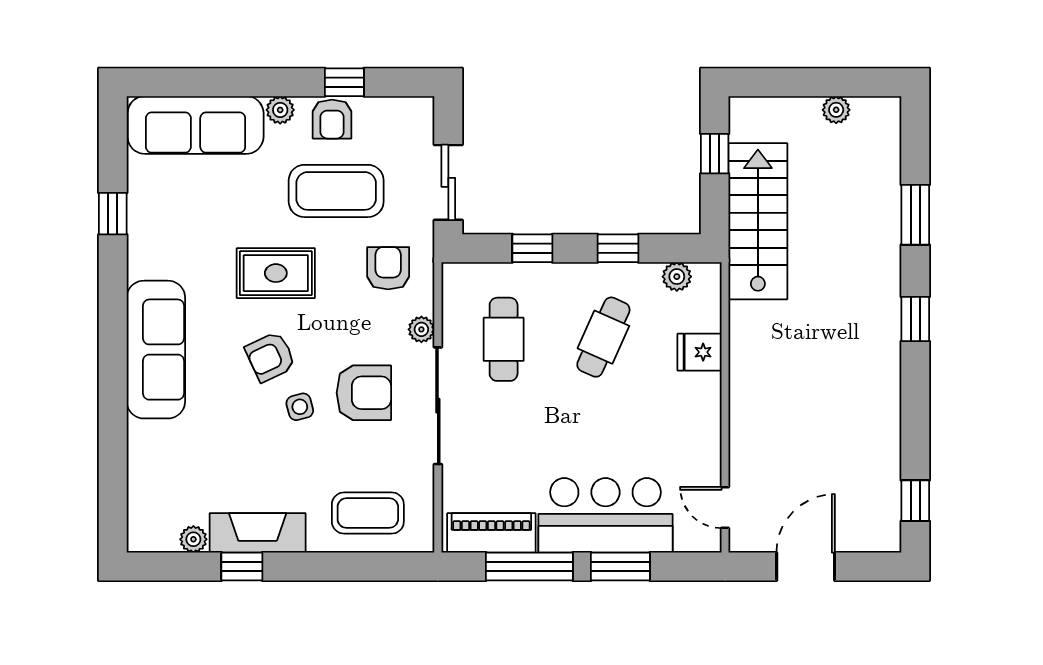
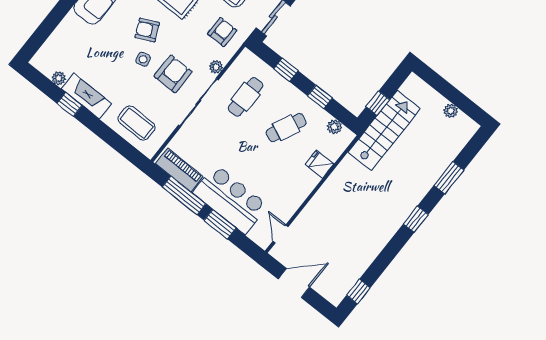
window: (715, 154) -> (378, 103), moved
armchair: (364, 393) -> (173, 74), turned -90

